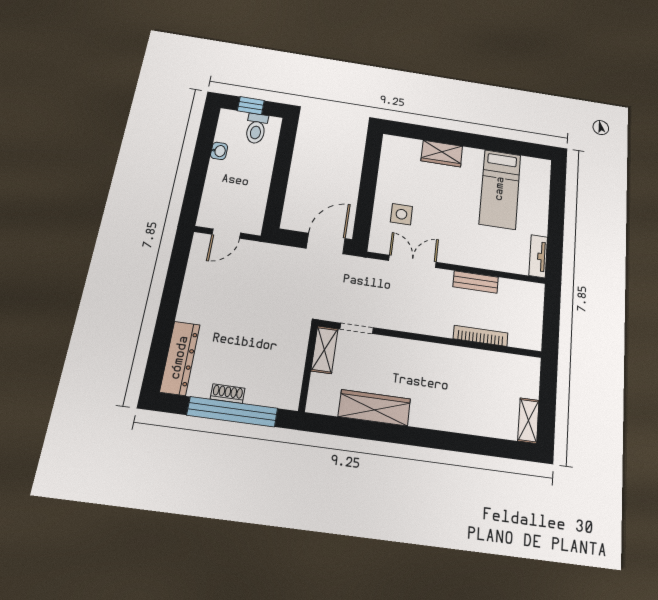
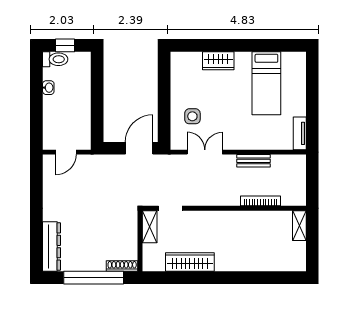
toilet: (256, 129) -> (55, 59), moved, turned -90
shoe rack: (228, 394) -> (122, 266), moved, width x1.43
shelving: (528, 421) -> (299, 226), moved

